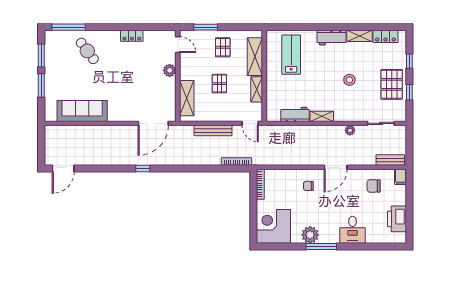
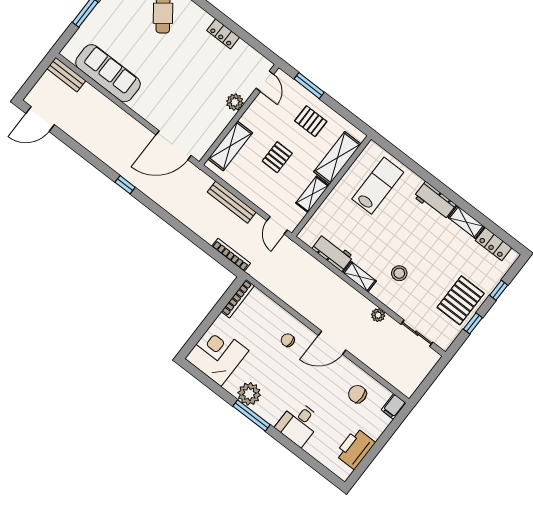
pallet: (223, 47) -> (311, 121), turned 90
stool: (349, 80) -> (399, 273), moved
bench: (390, 160) -> (66, 75), moved

